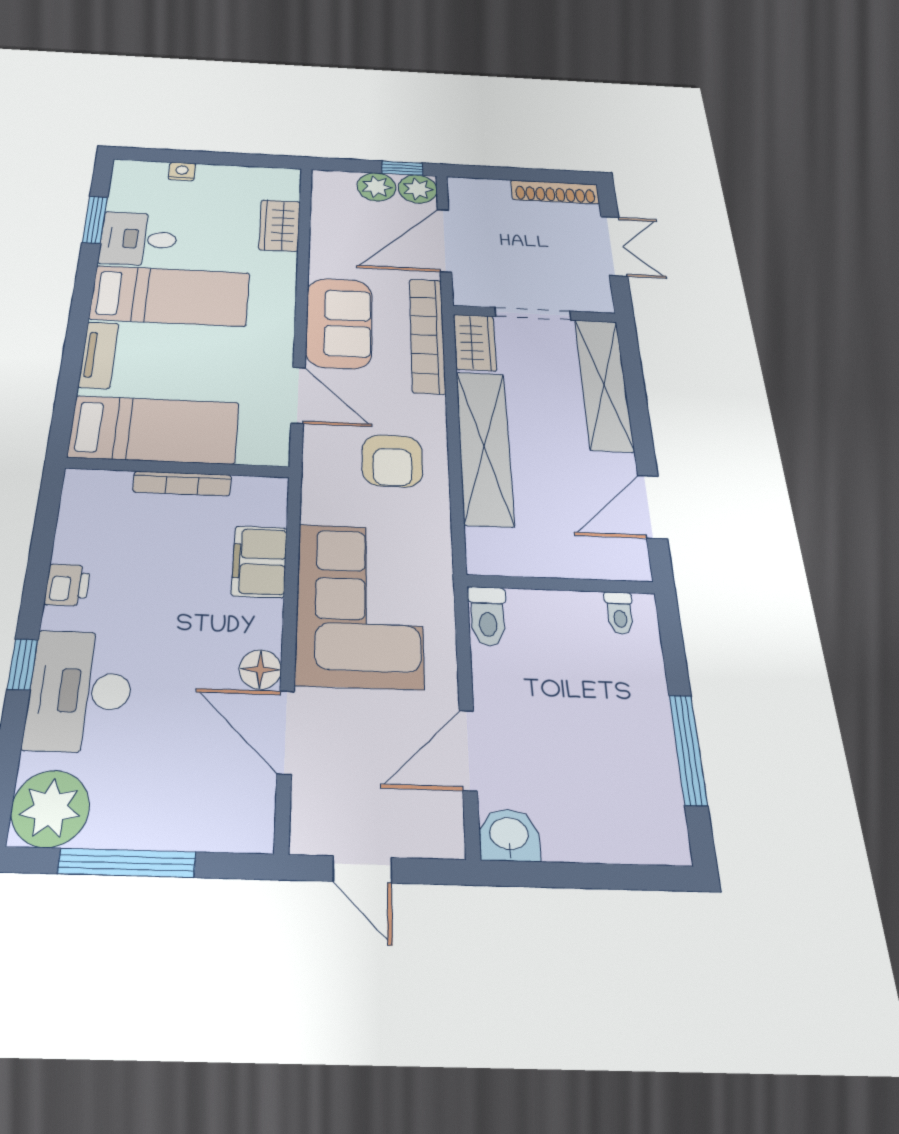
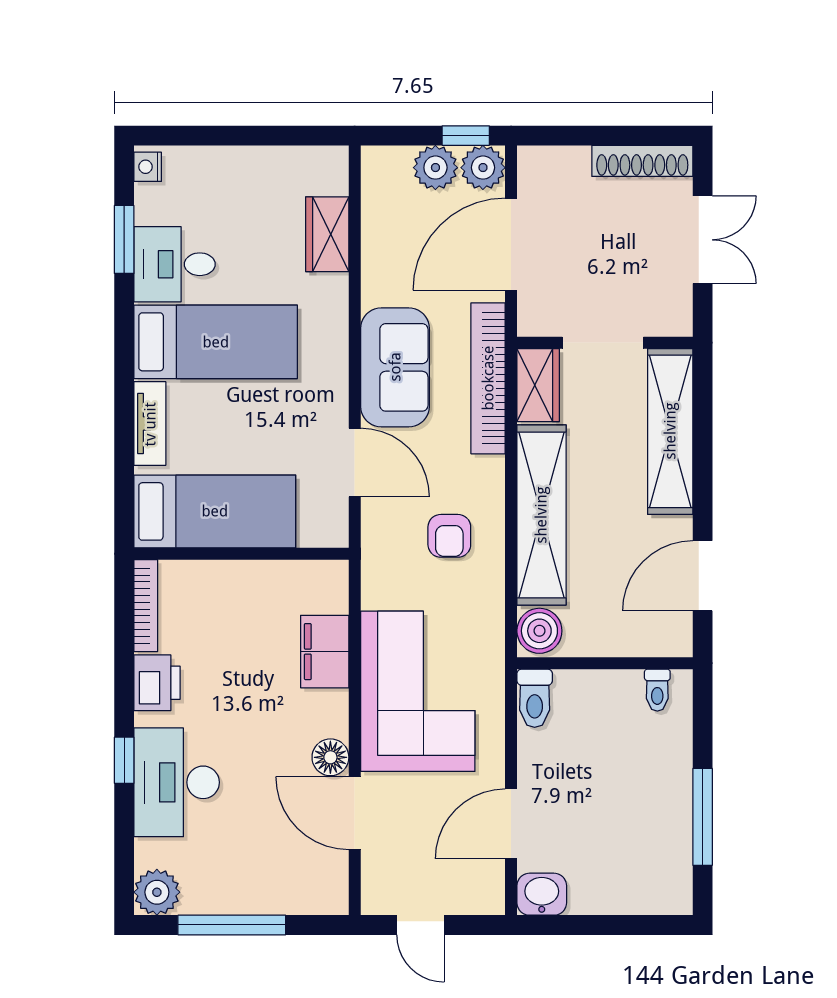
nightstand: (182, 171) -> (148, 167), moved, turned -90
armchair: (392, 461) -> (449, 536), width x0.72, depth x0.72
bookcase: (182, 483) -> (146, 606), moved, turned -90
boiler: (489, 551) -> (539, 631), added
printer: (67, 585) -> (157, 683), width x1.36, depth x1.24
plant: (50, 809) -> (157, 892), width x0.73, depth x0.73

